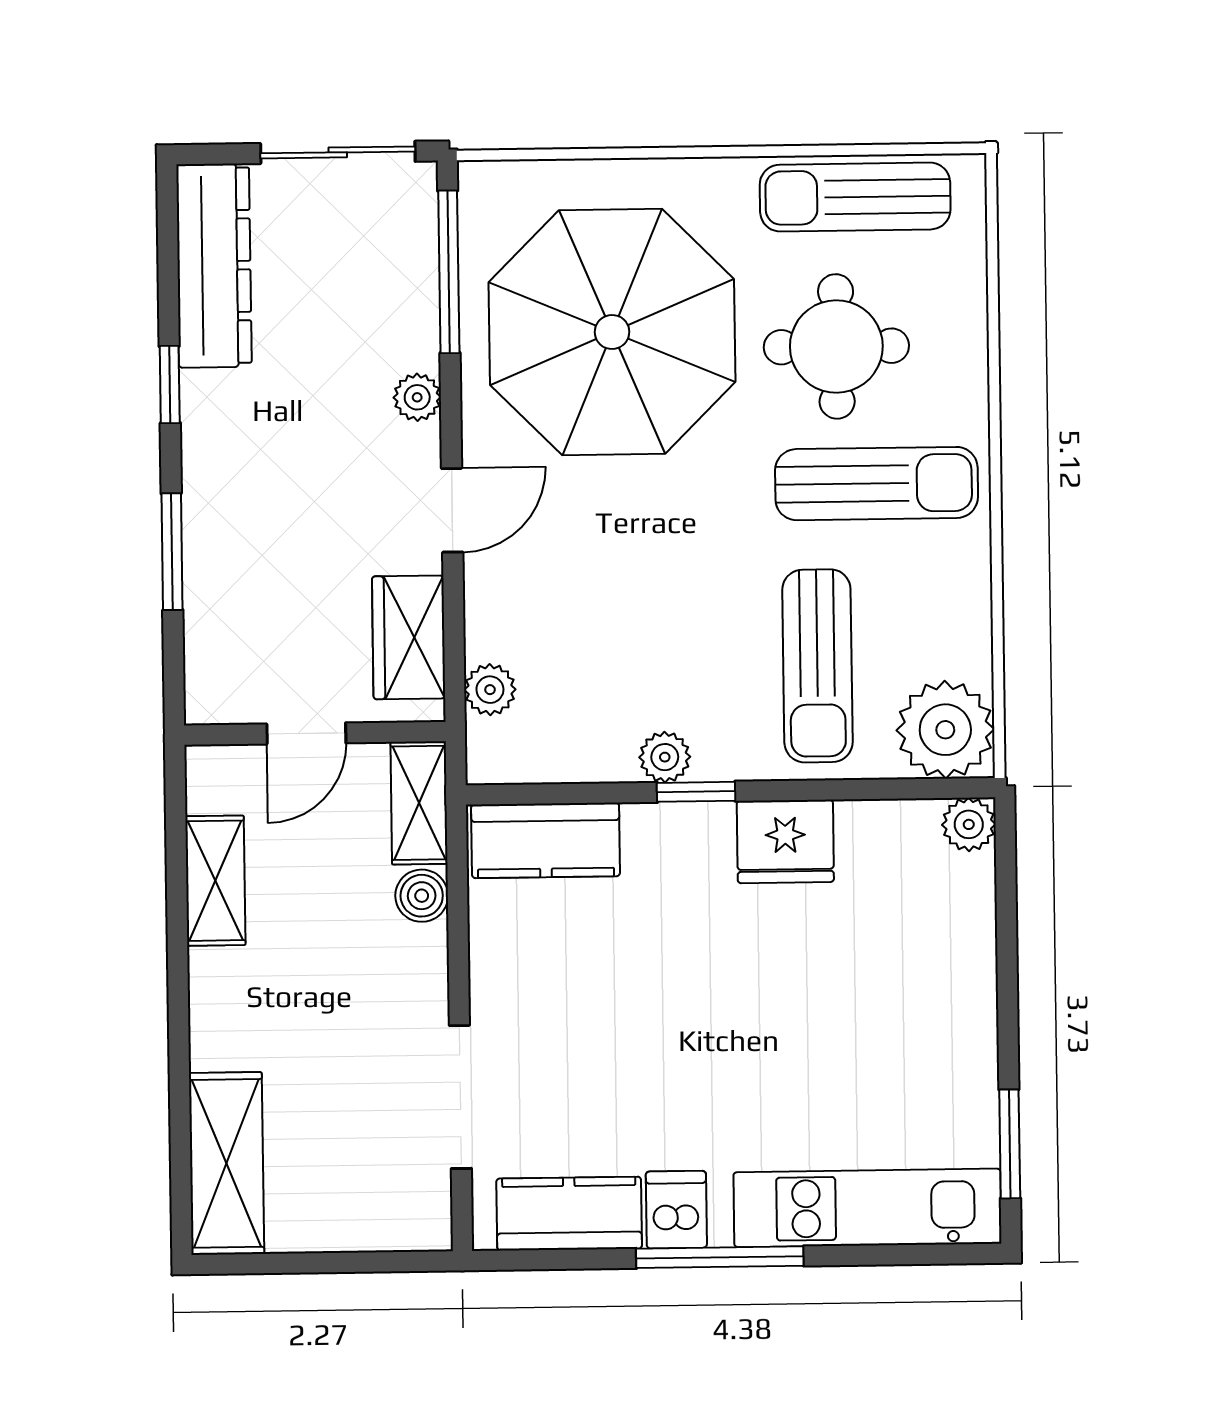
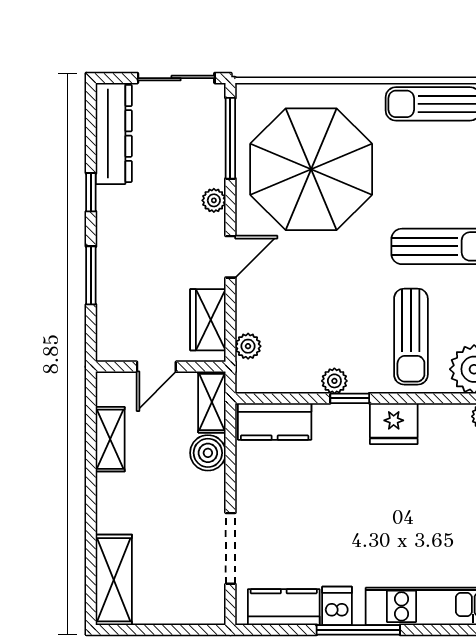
round table: (836, 346) -> (423, 178), removed
boiler: (422, 896) -> (208, 453), width x1.36, depth x1.36

